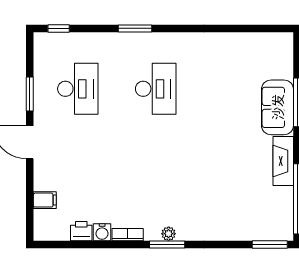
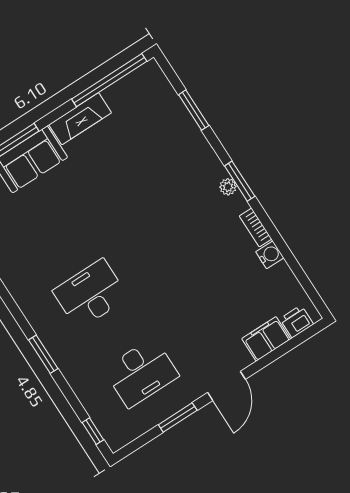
desk: (78, 89) -> (141, 373), turned 180
filing cabinet: (45, 200) -> (266, 339), width x2.00
printer: (81, 231) -> (297, 321), moved, turned 90
window: (270, 244) -> (194, 110), moved

